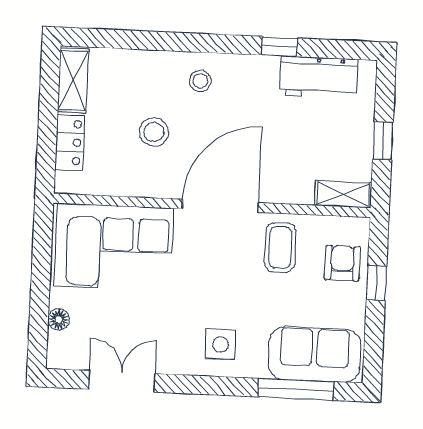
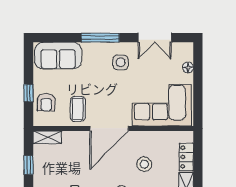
side table: (220, 344) -> (121, 62), moved
window: (296, 389) -> (100, 38), moved

